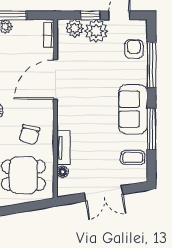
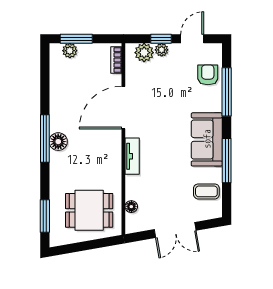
plant: (96, 31) -> (162, 50), width x0.53, depth x0.53
chair: (29, 134) -> (96, 167), removed
tv unit: (63, 148) -> (132, 156), moved

